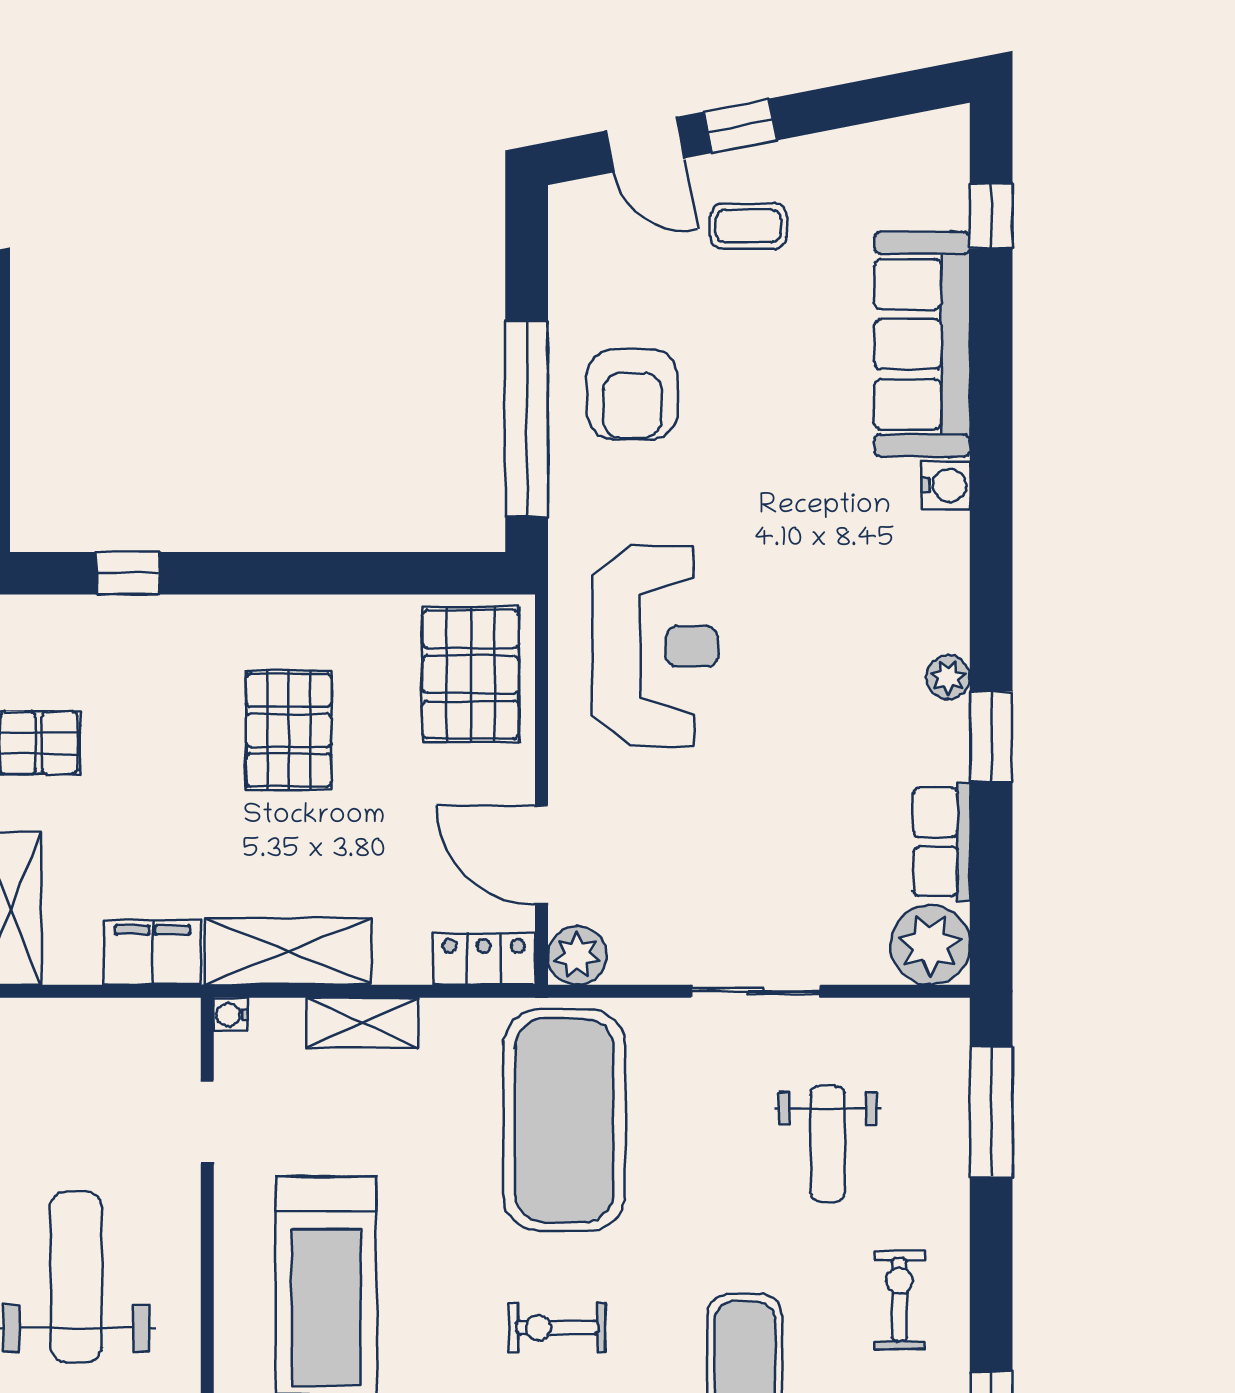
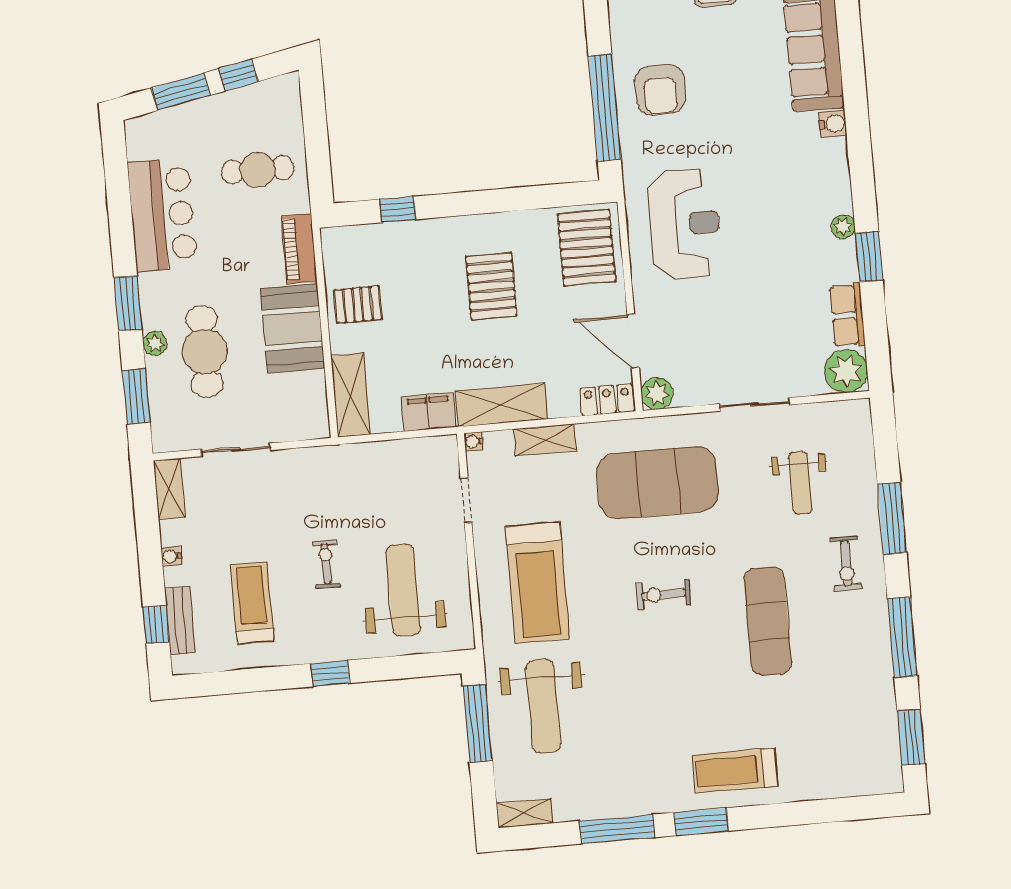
window: (991, 1112) -> (892, 519), moved
exercise mat: (564, 1120) -> (658, 483), turned 90
exercise bike: (899, 1300) -> (846, 563), turned 180

